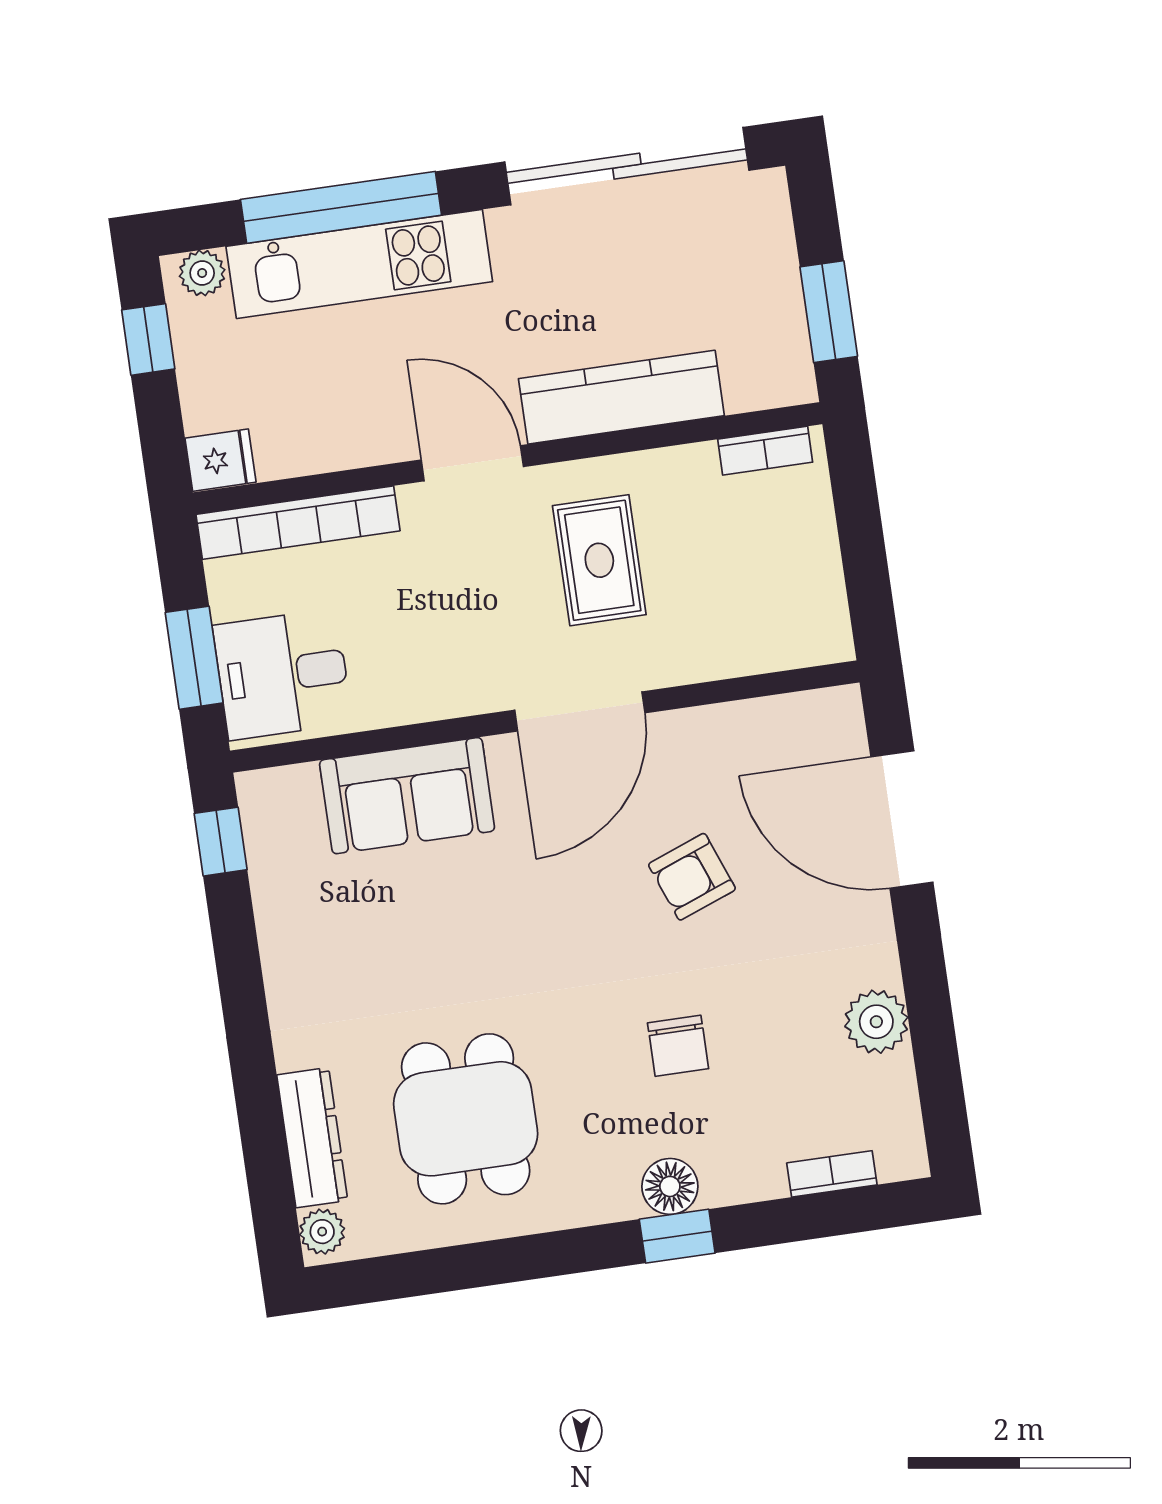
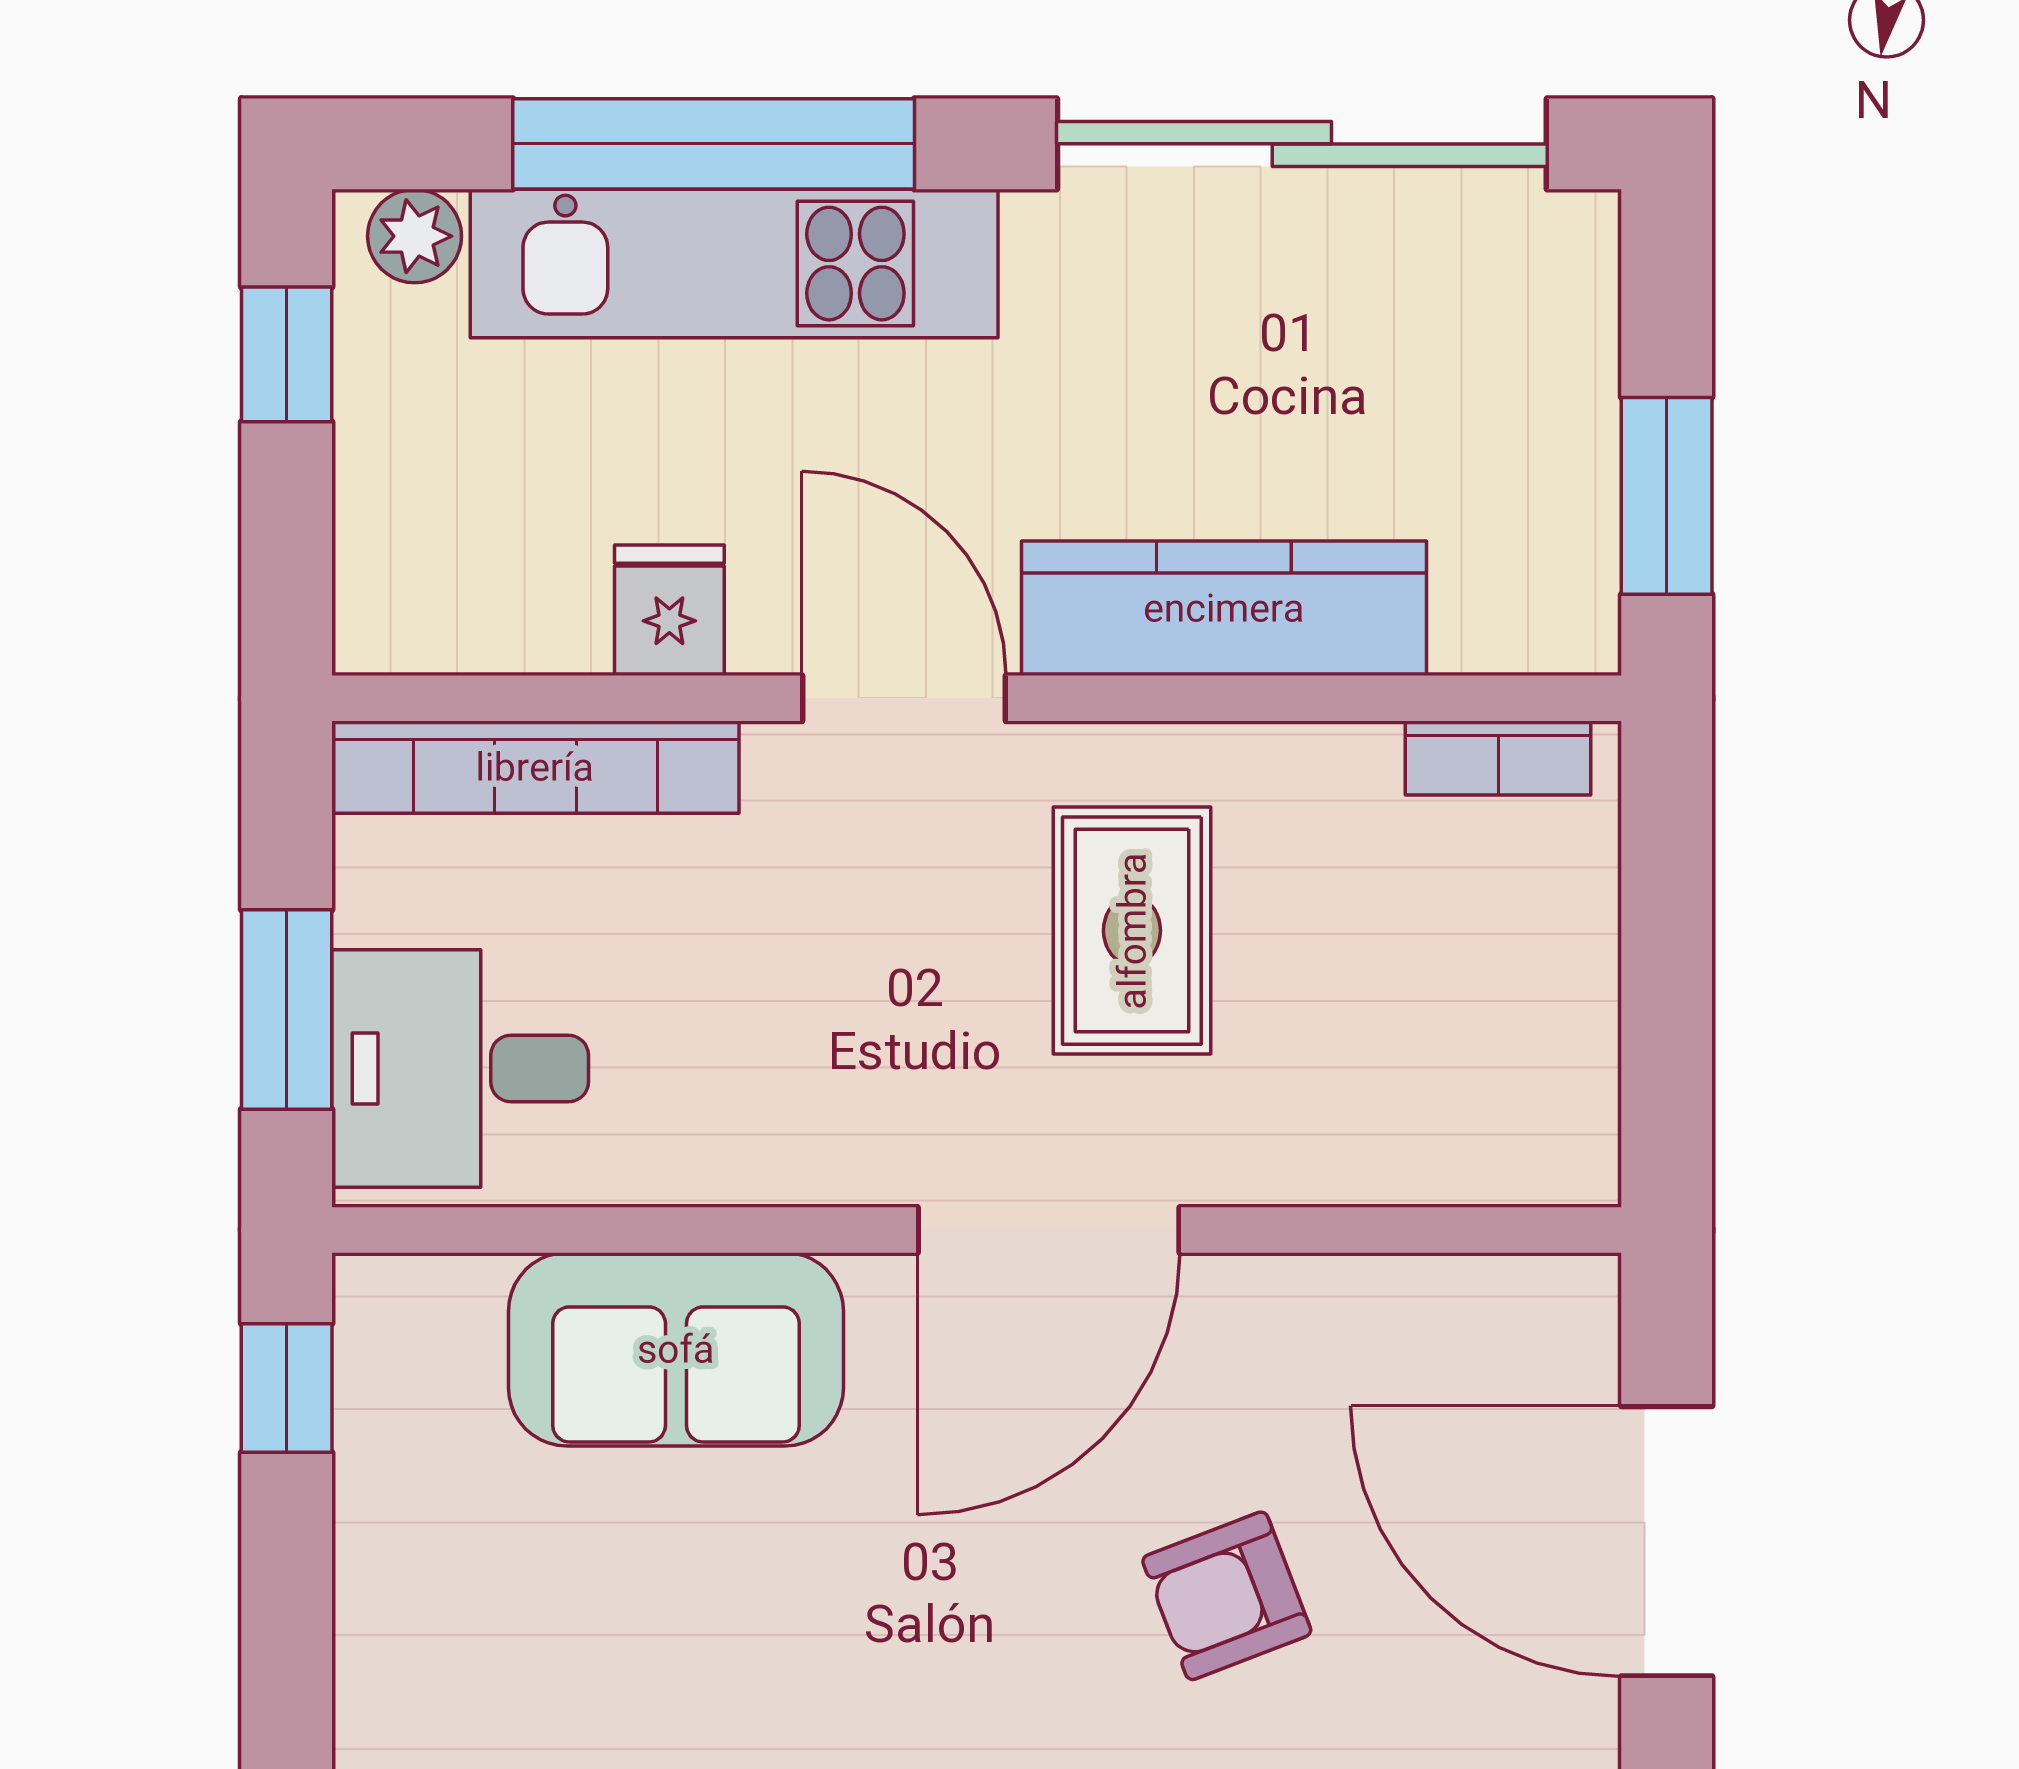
fridge: (220, 460) -> (669, 610), moved, turned -90

